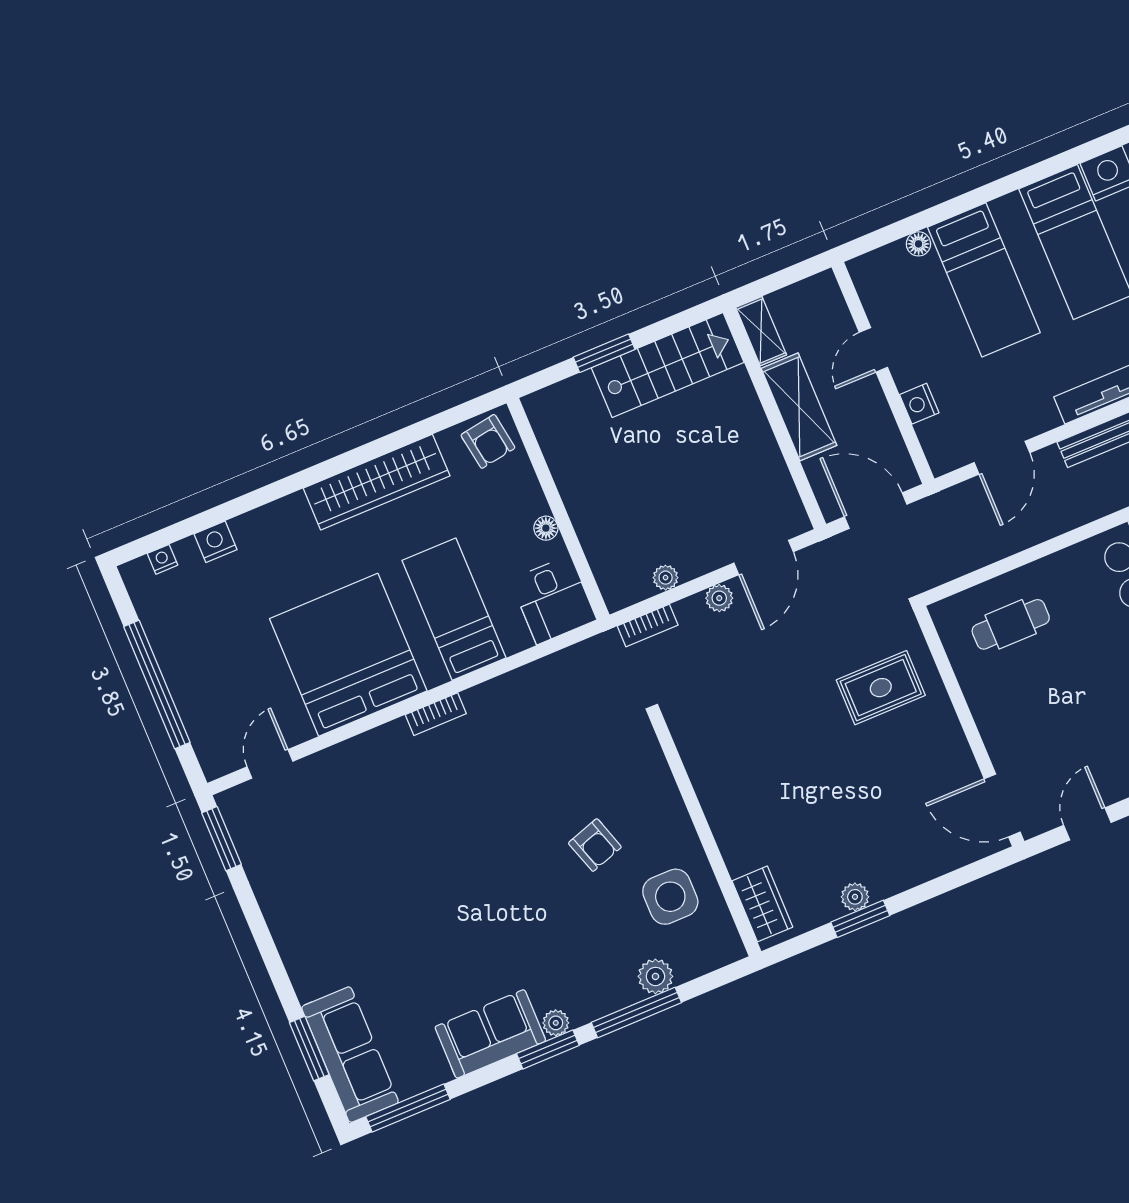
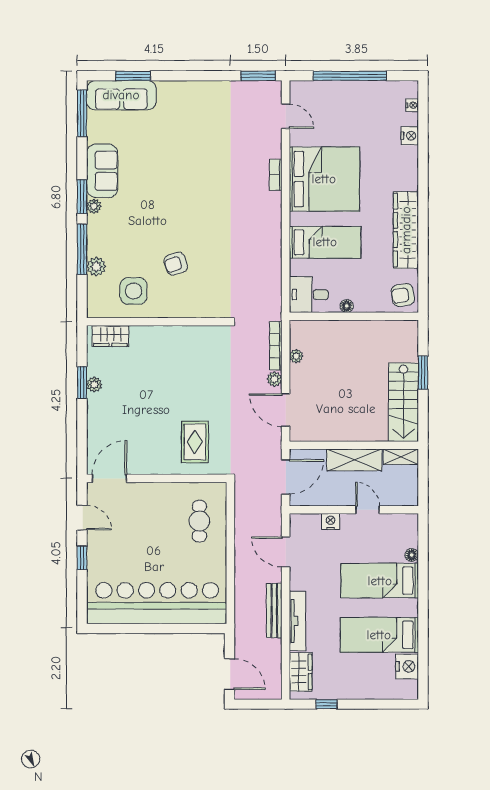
bookcase: (648, 626) -> (276, 346), width x1.56
bookcase: (436, 714) -> (276, 175), moved

